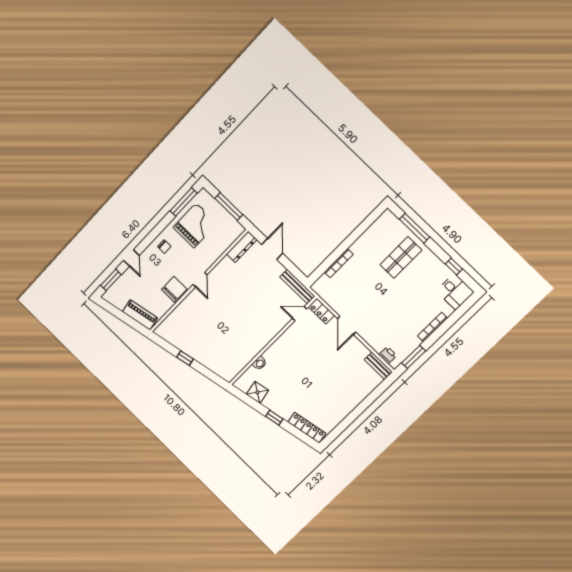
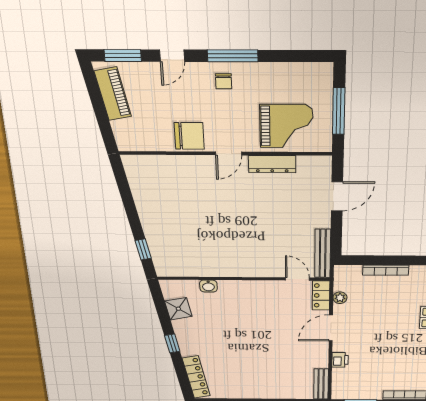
window: (184, 202) -> (233, 56), moved
grand piano: (195, 225) -> (286, 126), moved
dresser: (242, 247) -> (272, 164), moved
plant: (332, 303) -> (340, 298), added
piano: (140, 315) -> (113, 94), moved
printer: (388, 355) -> (340, 360), moved
window: (185, 358) -> (143, 249), moved

